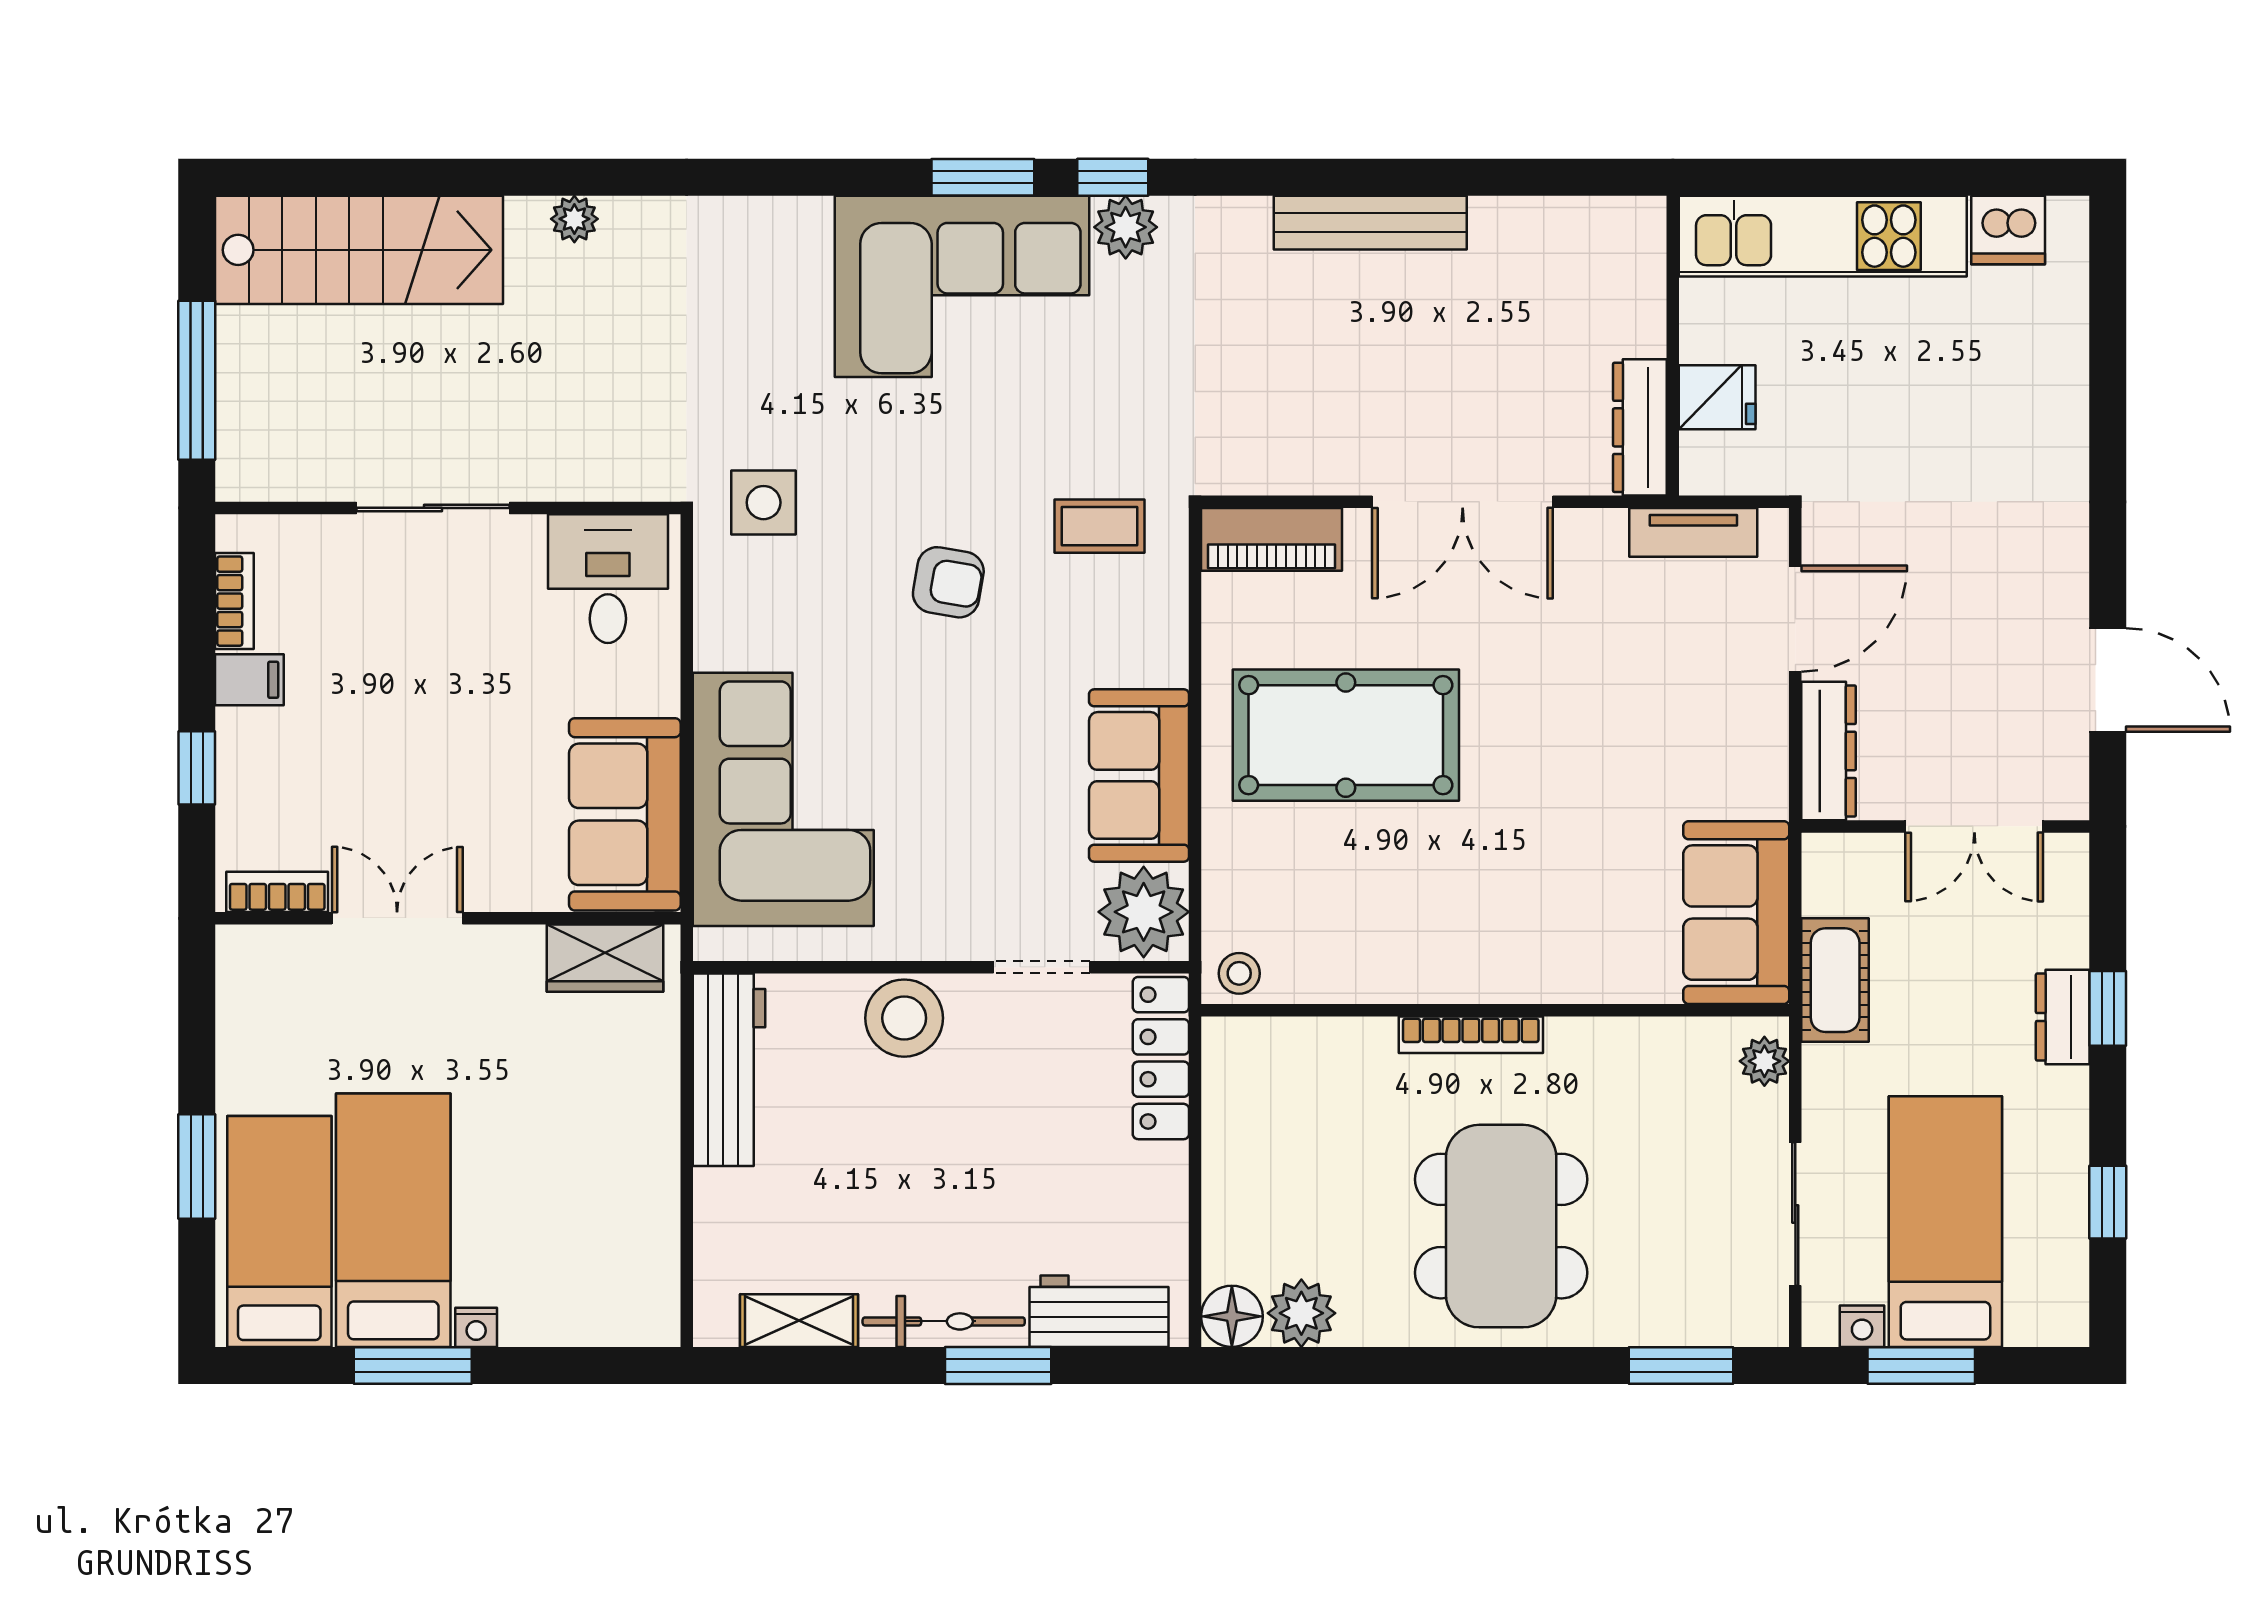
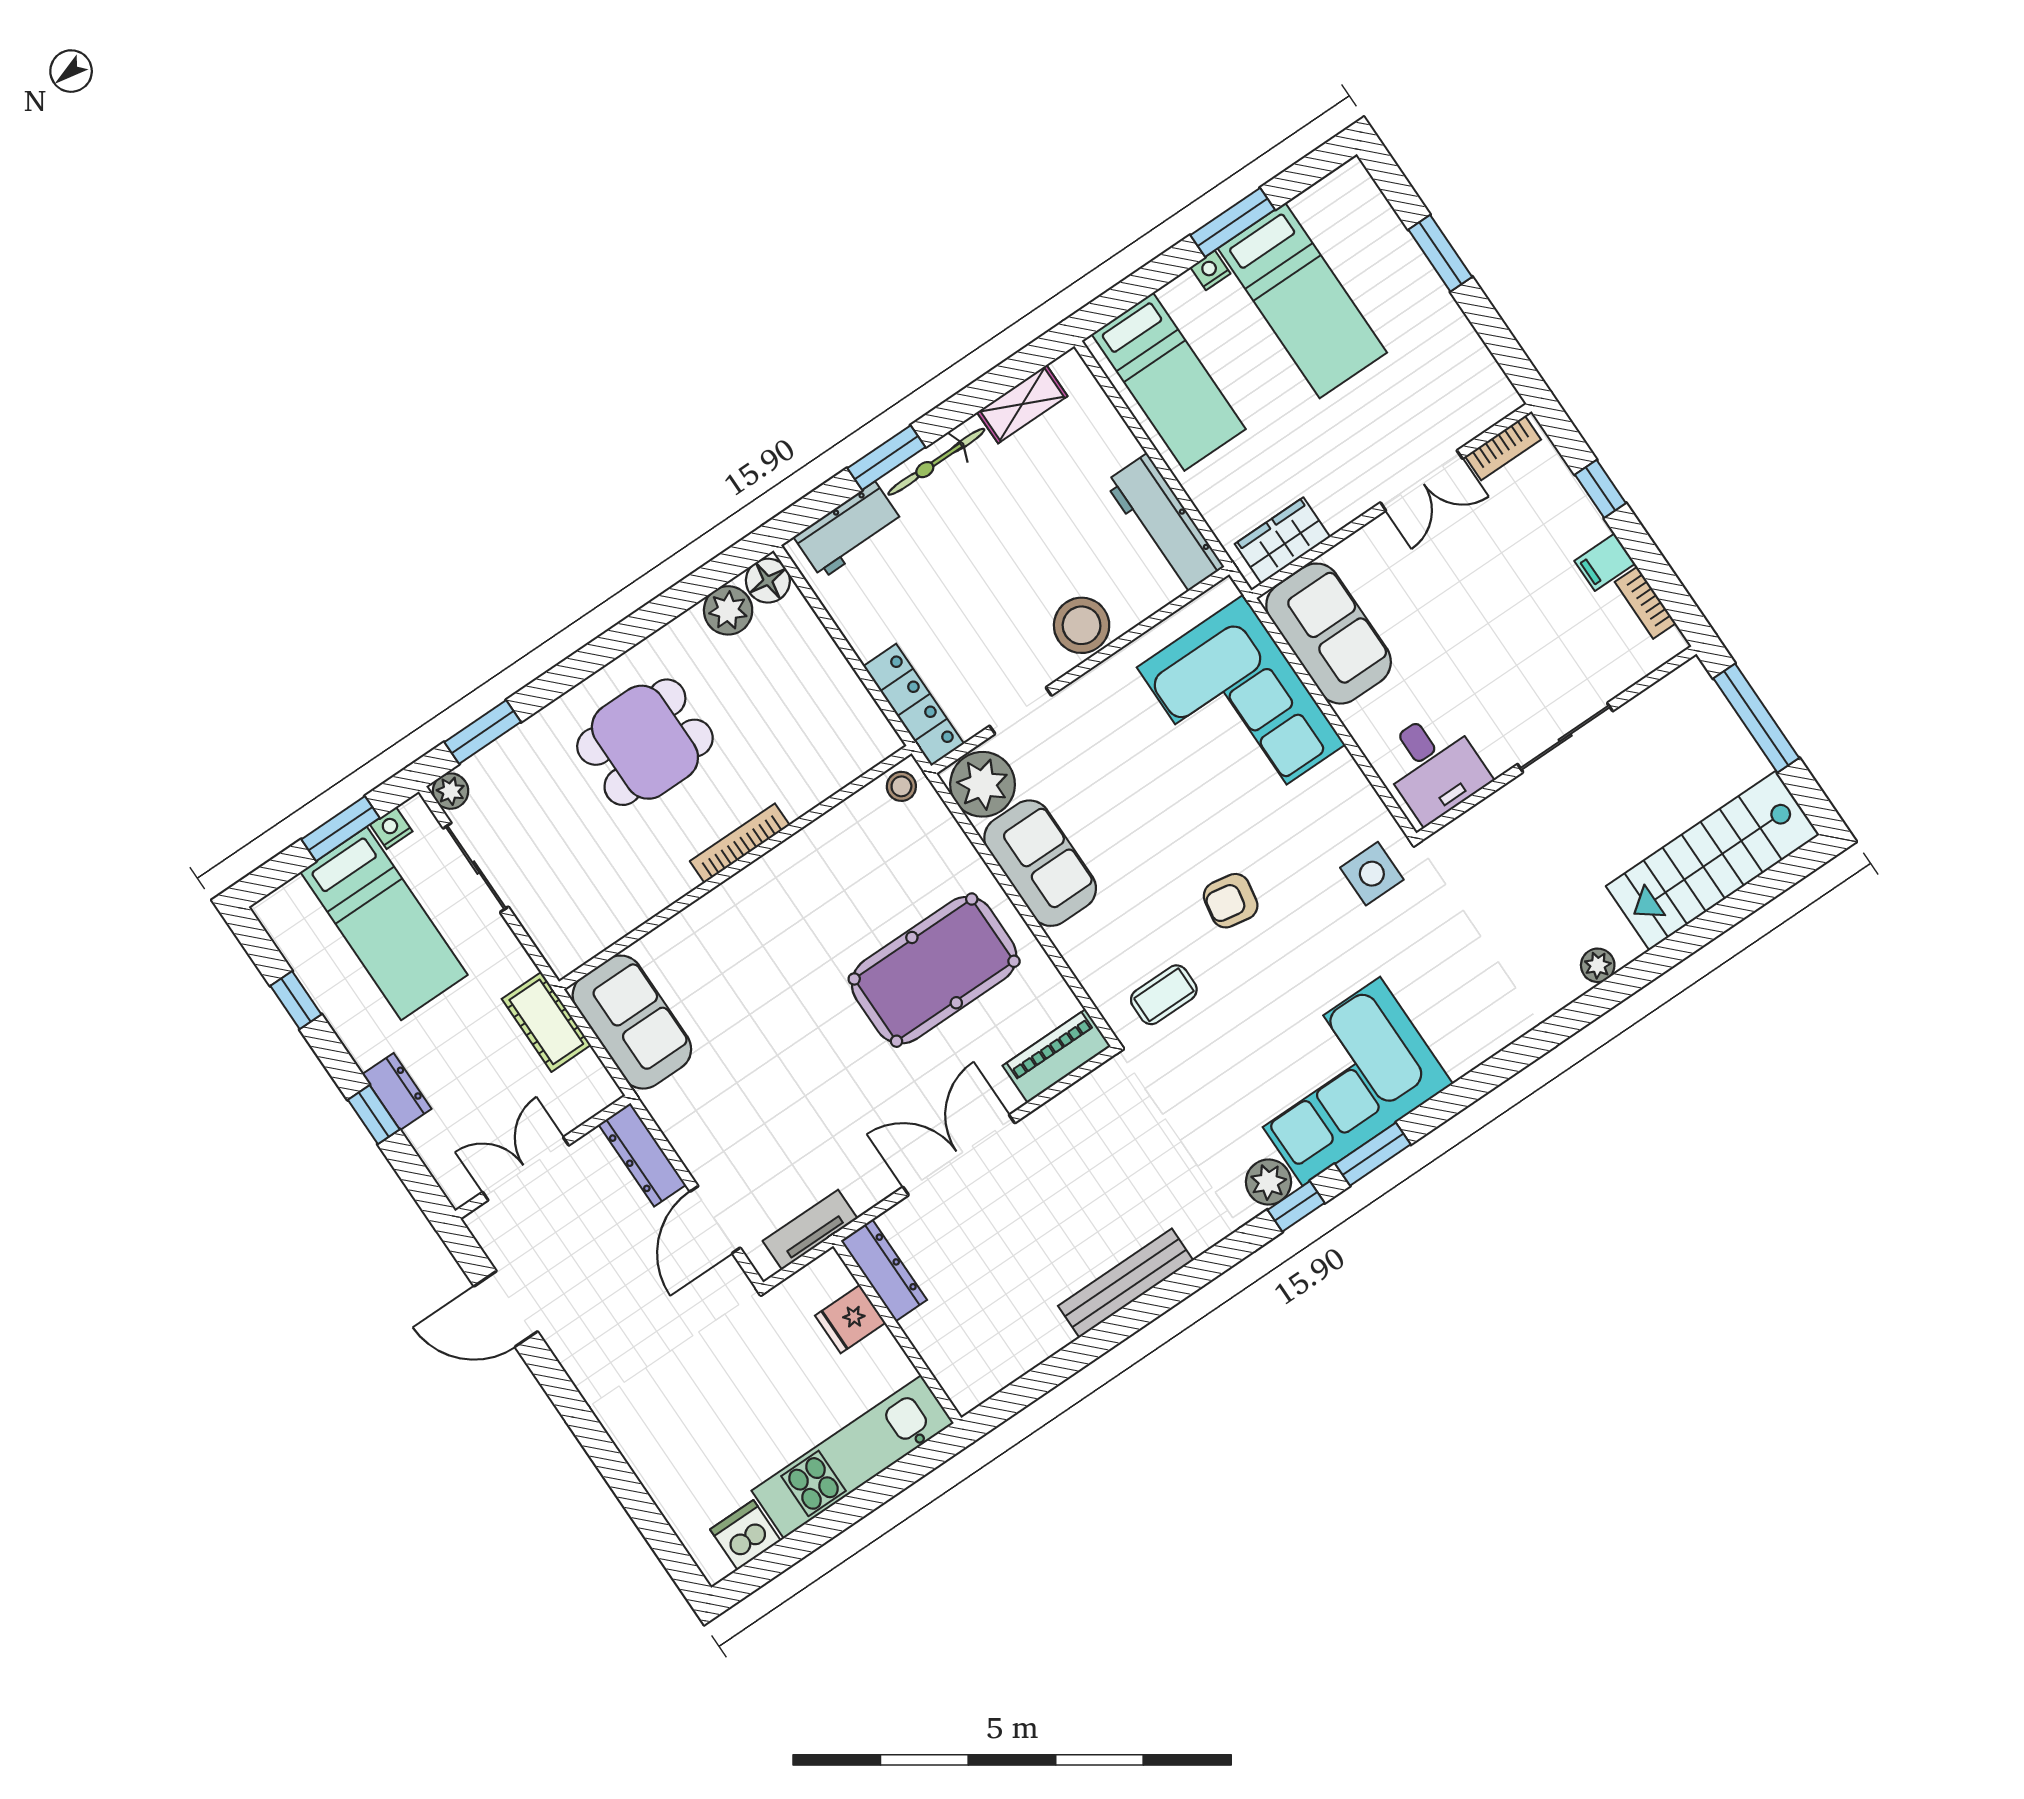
plant: (1764, 1061) -> (451, 791), moved
dining table: (1501, 1226) -> (645, 742), width x0.73
bed: (279, 1231) -> (1169, 382), moved

